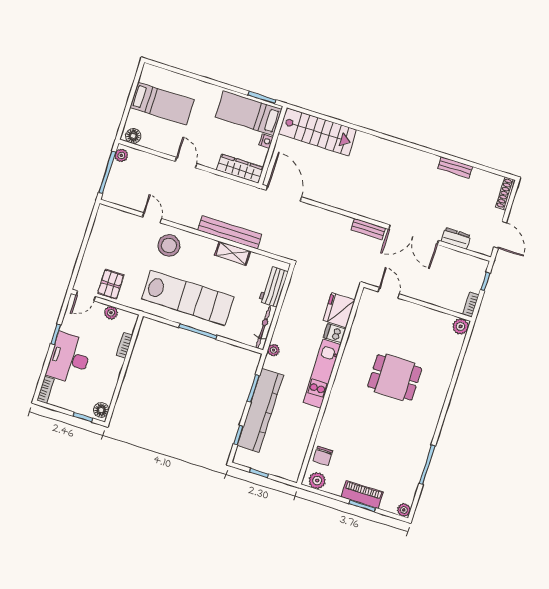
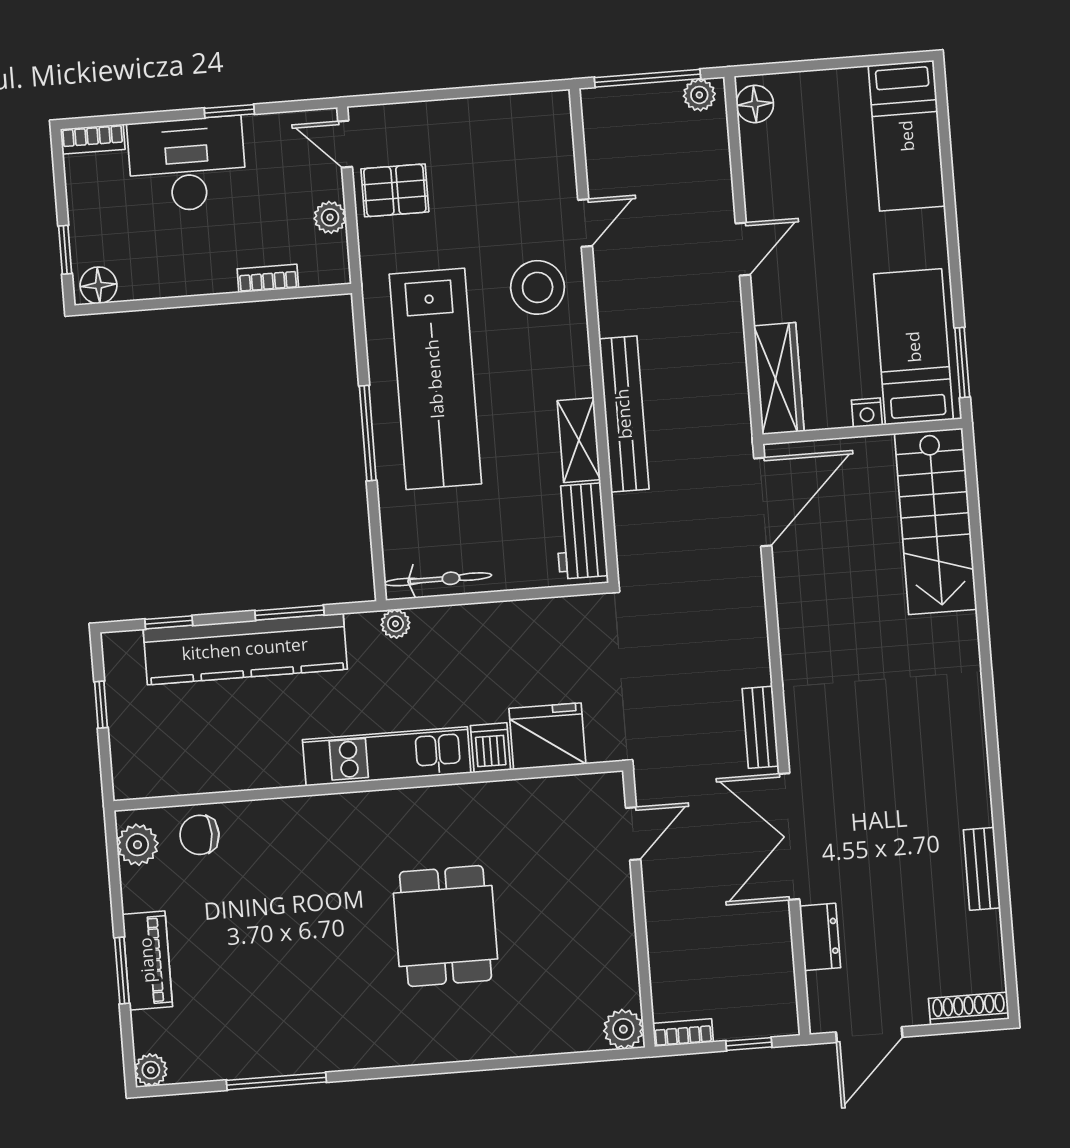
bed: (162, 104) -> (907, 136), moved
workbench: (273, 287) -> (580, 531), moved, turned -90

